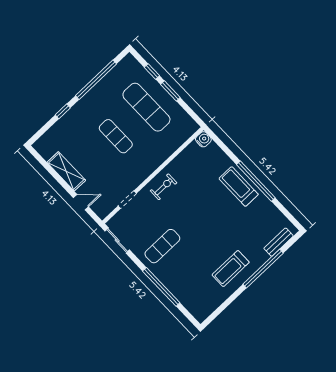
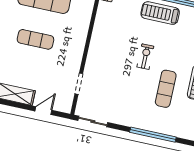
exercise bike: (164, 187) -> (145, 57), moved
exercise mat: (162, 246) -> (166, 89), moved

